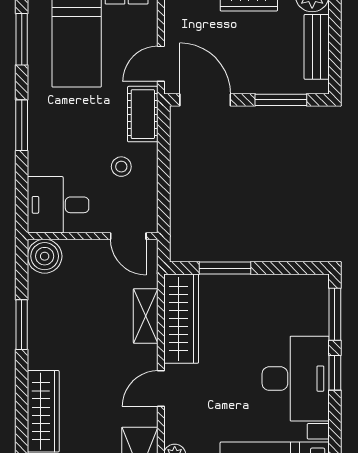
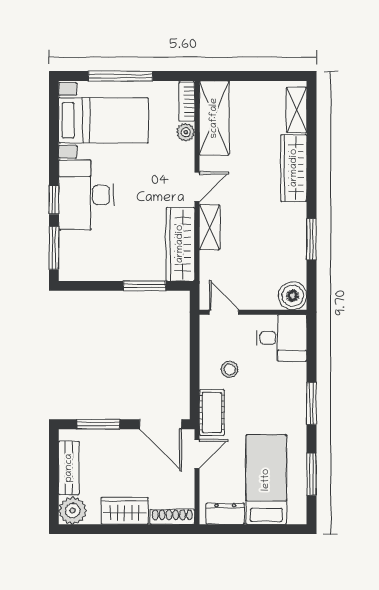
shelving: (146, 316) -> (210, 227), moved

